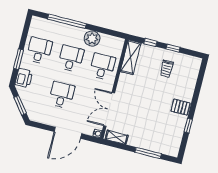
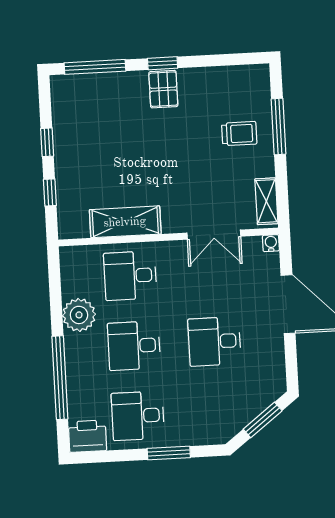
shelving: (131, 57) -> (125, 222), moved
trolley: (167, 69) -> (239, 134), moved
printer: (24, 78) -> (87, 436), moved
window: (200, 80) -> (95, 67), added
double door: (109, 109) -> (214, 235), width x0.73
window: (188, 126) -> (163, 63), moved

